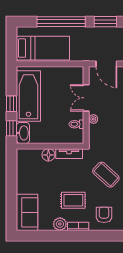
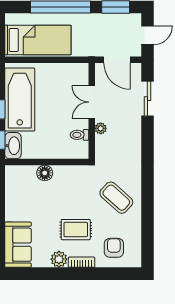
tv unit: (69, 154) -> (70, 171), removed

